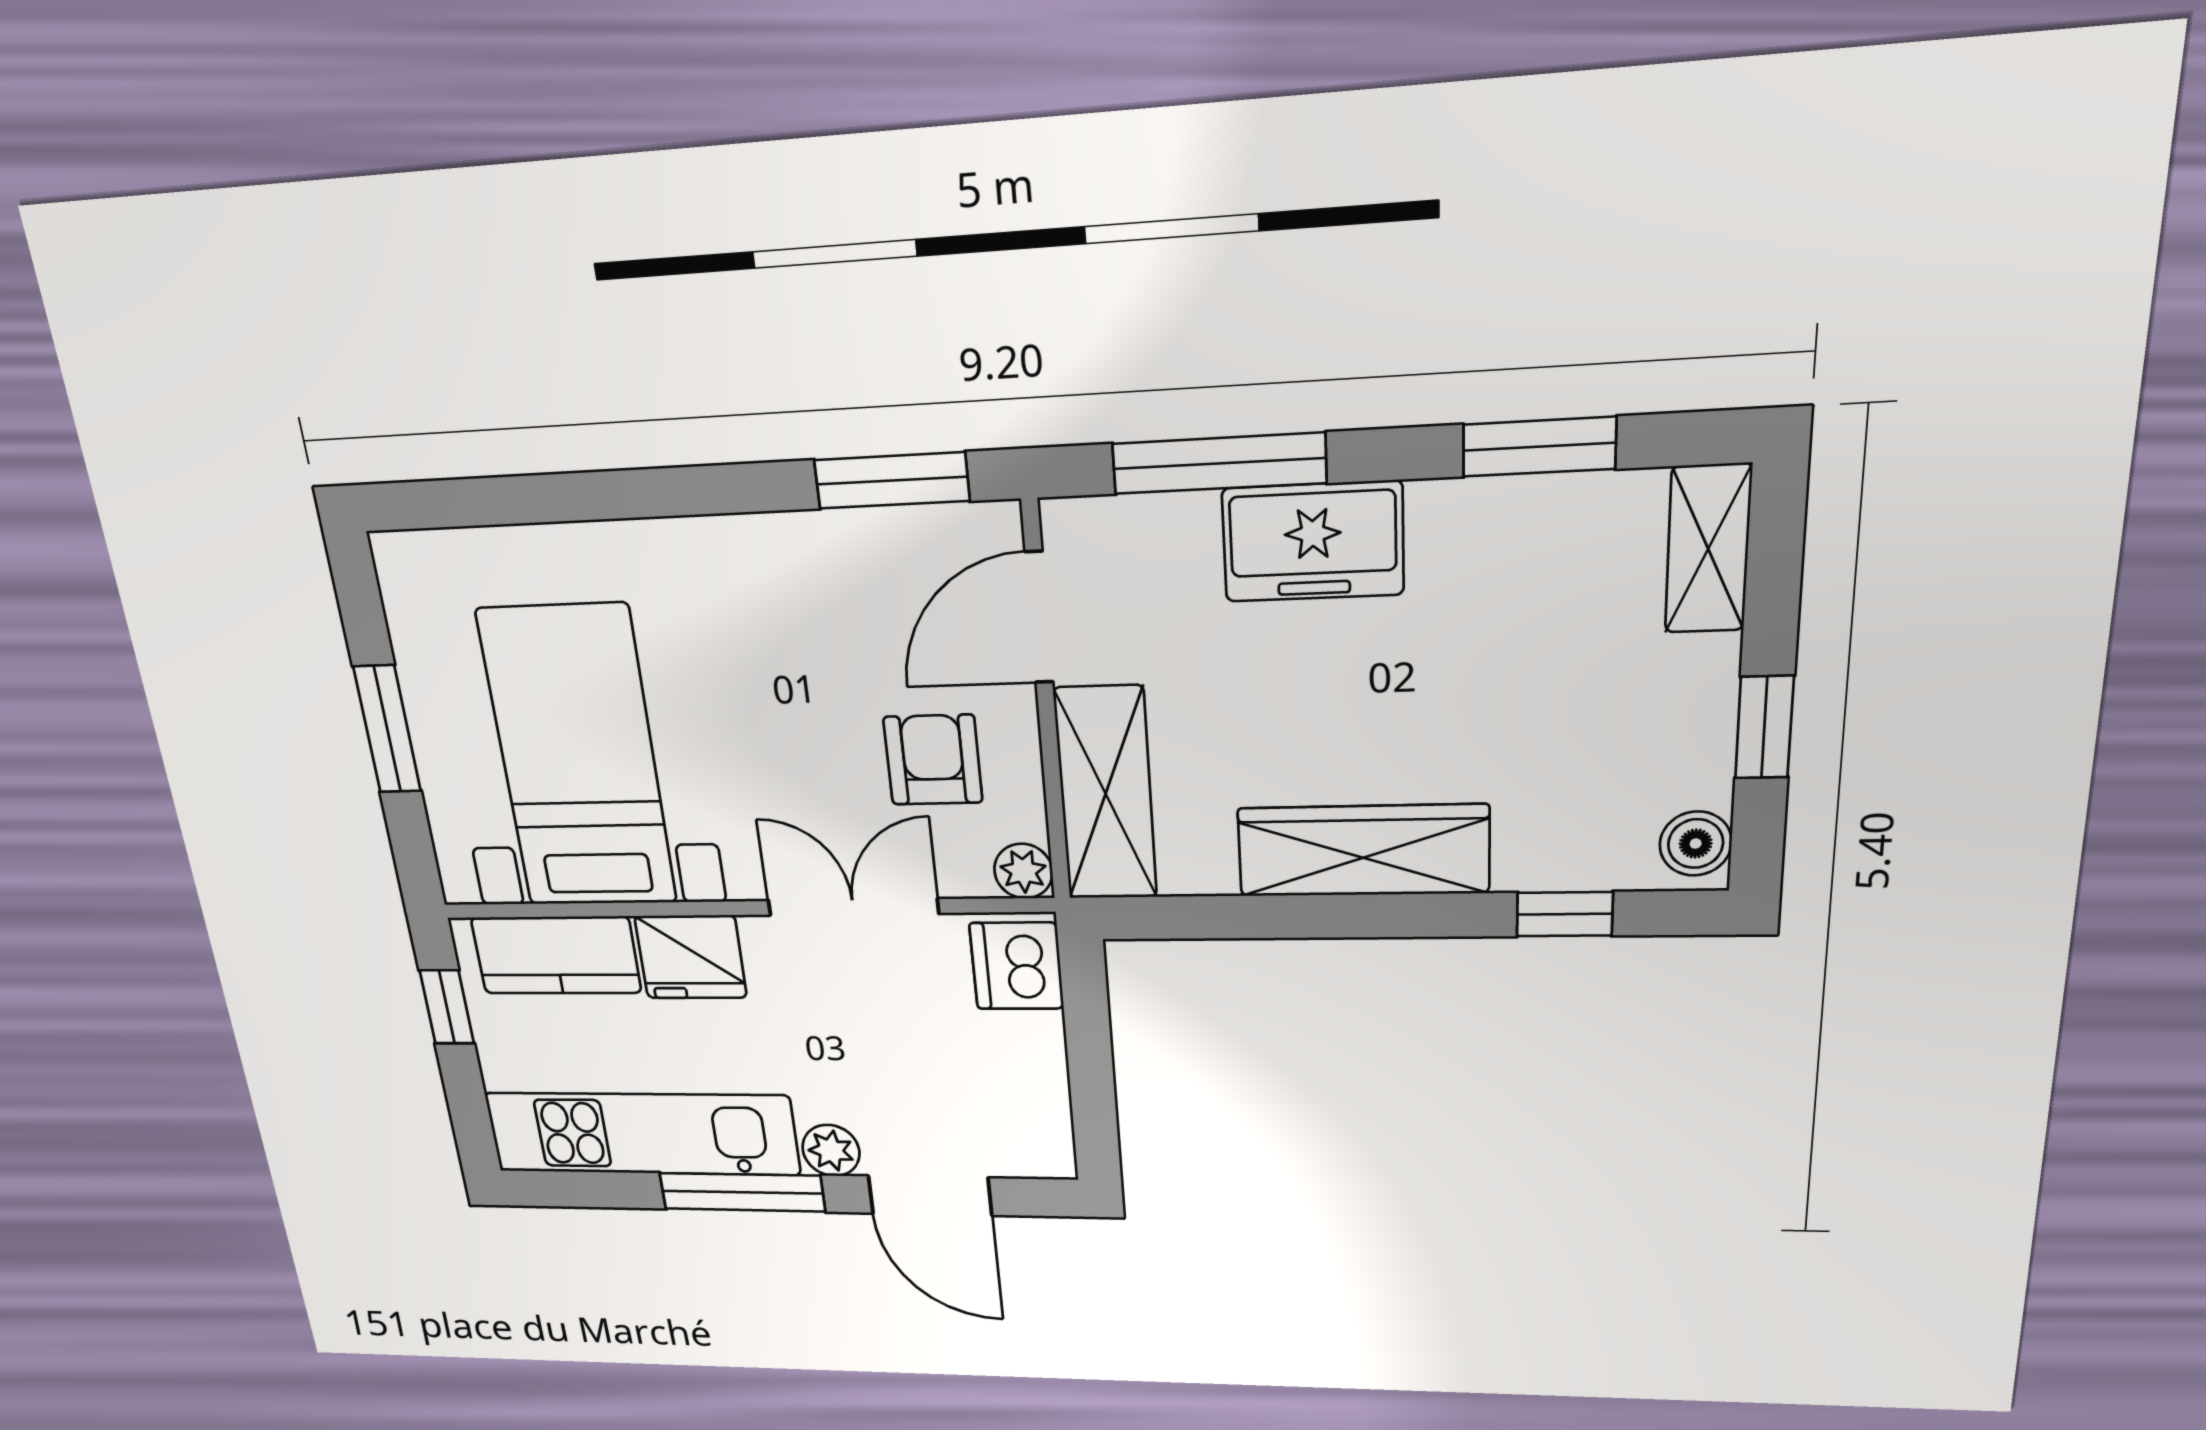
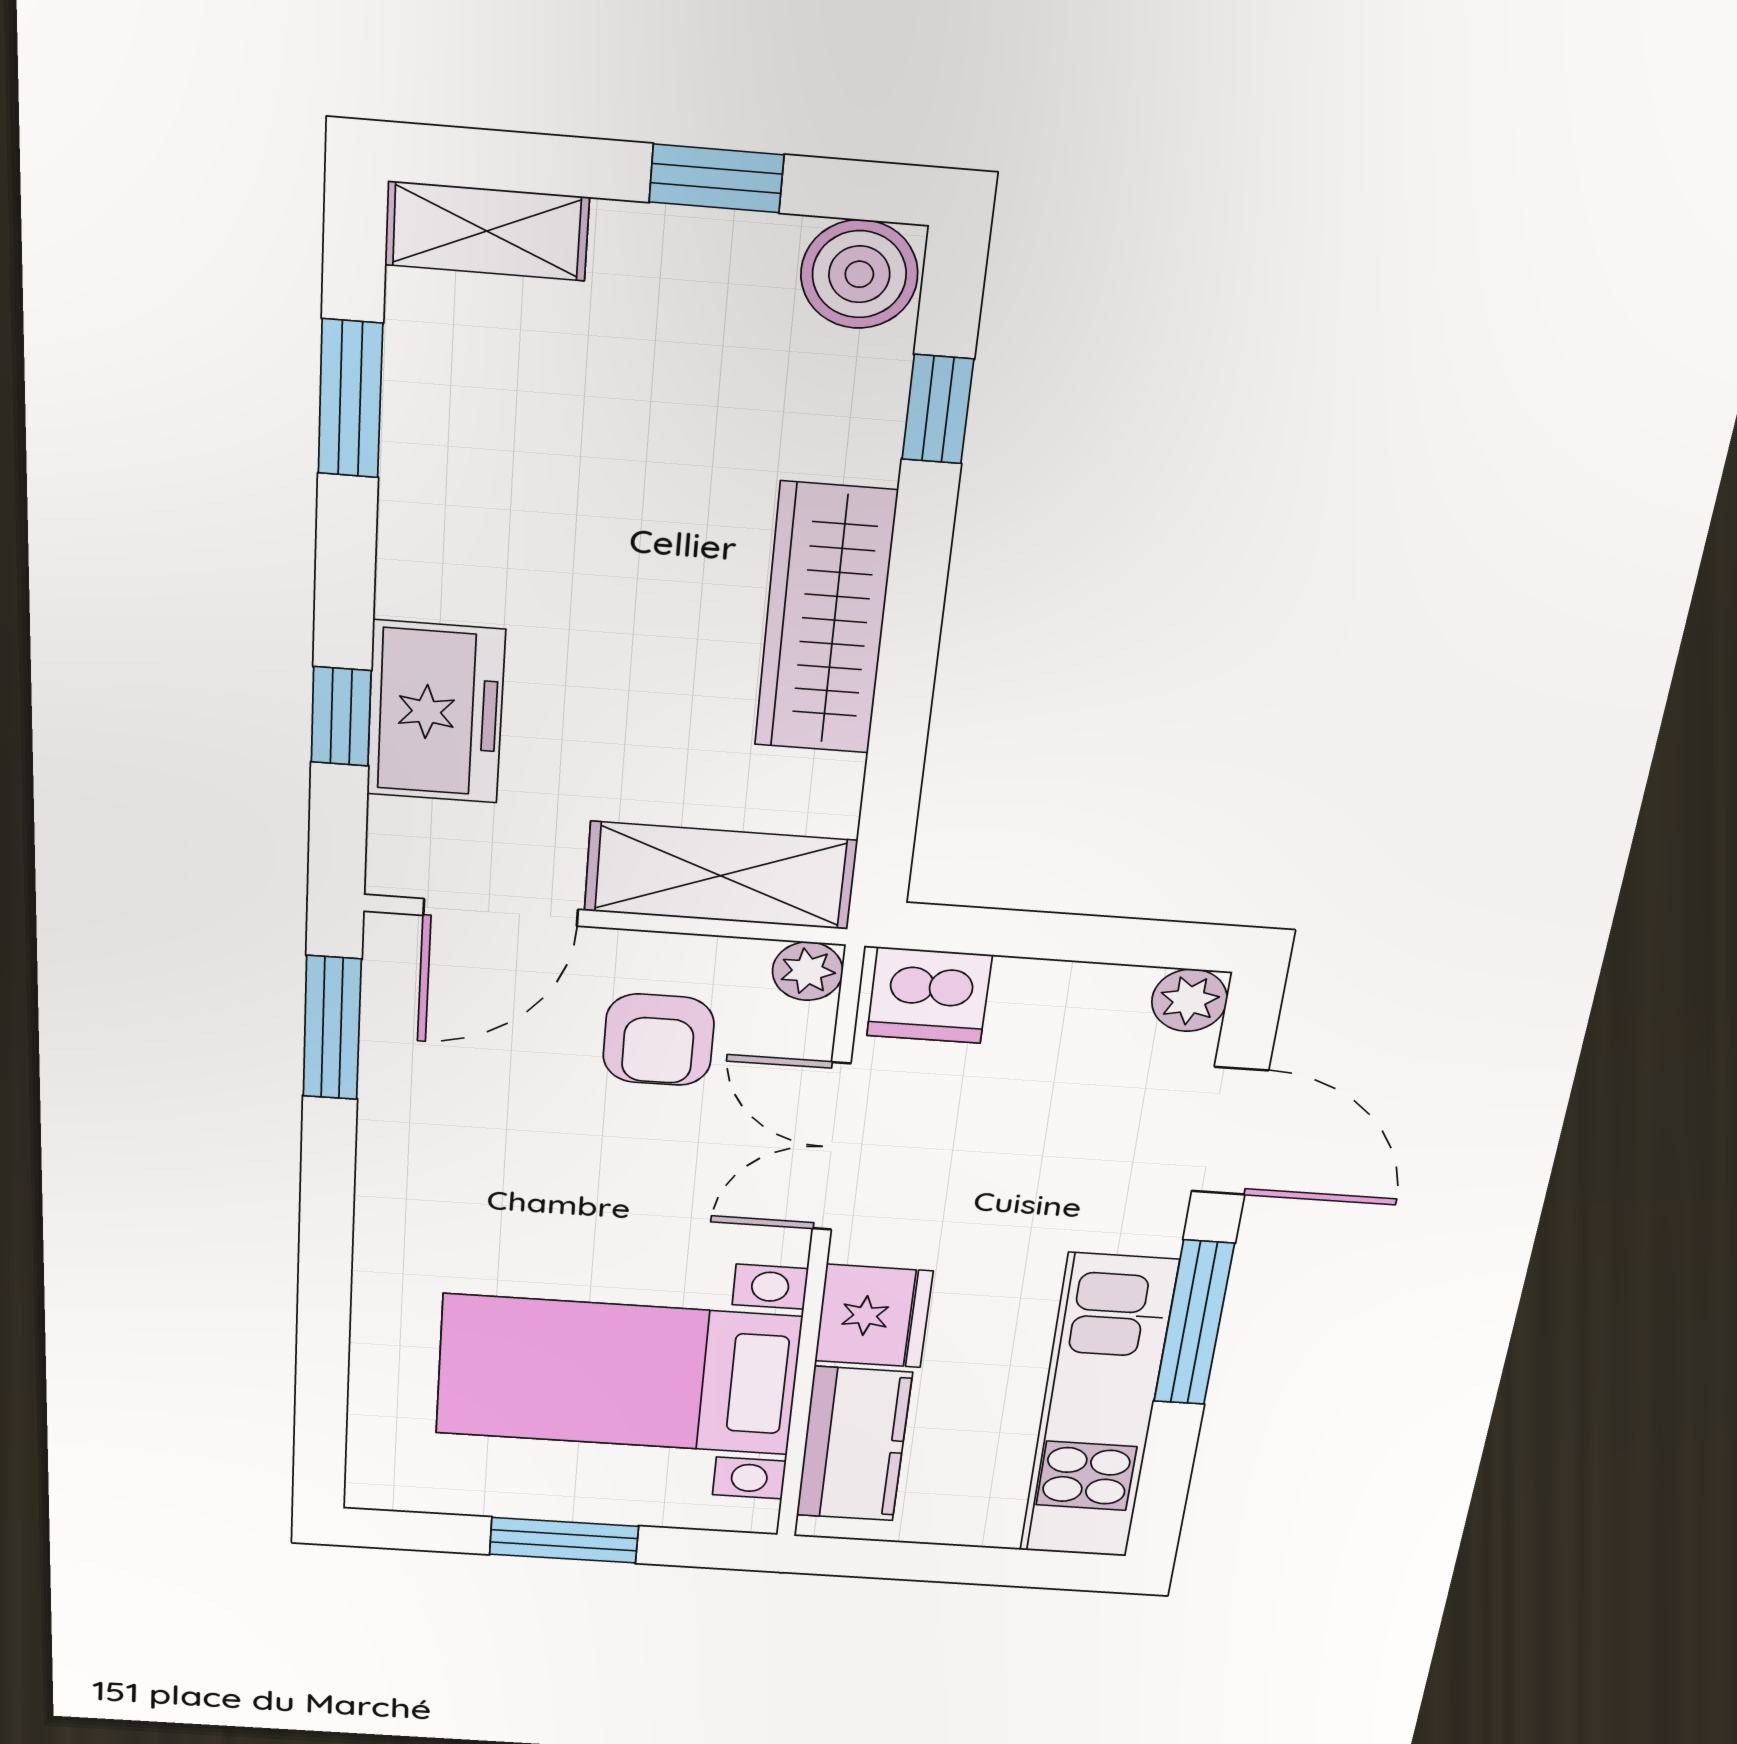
window: (1219, 463) -> (341, 717), width x0.46
freezer: (1313, 542) -> (436, 712), moved
door: (1039, 617) -> (501, 912), hinge flipped
armchair: (933, 760) -> (659, 1040), turned -90
boiler: (1696, 844) -> (859, 274), width x1.36, depth x1.36
window: (447, 1007) -> (905, 1561), removed
plant: (831, 1151) -> (1189, 1000), moved
door: (930, 1196) -> (1230, 1131), hinge flipped

